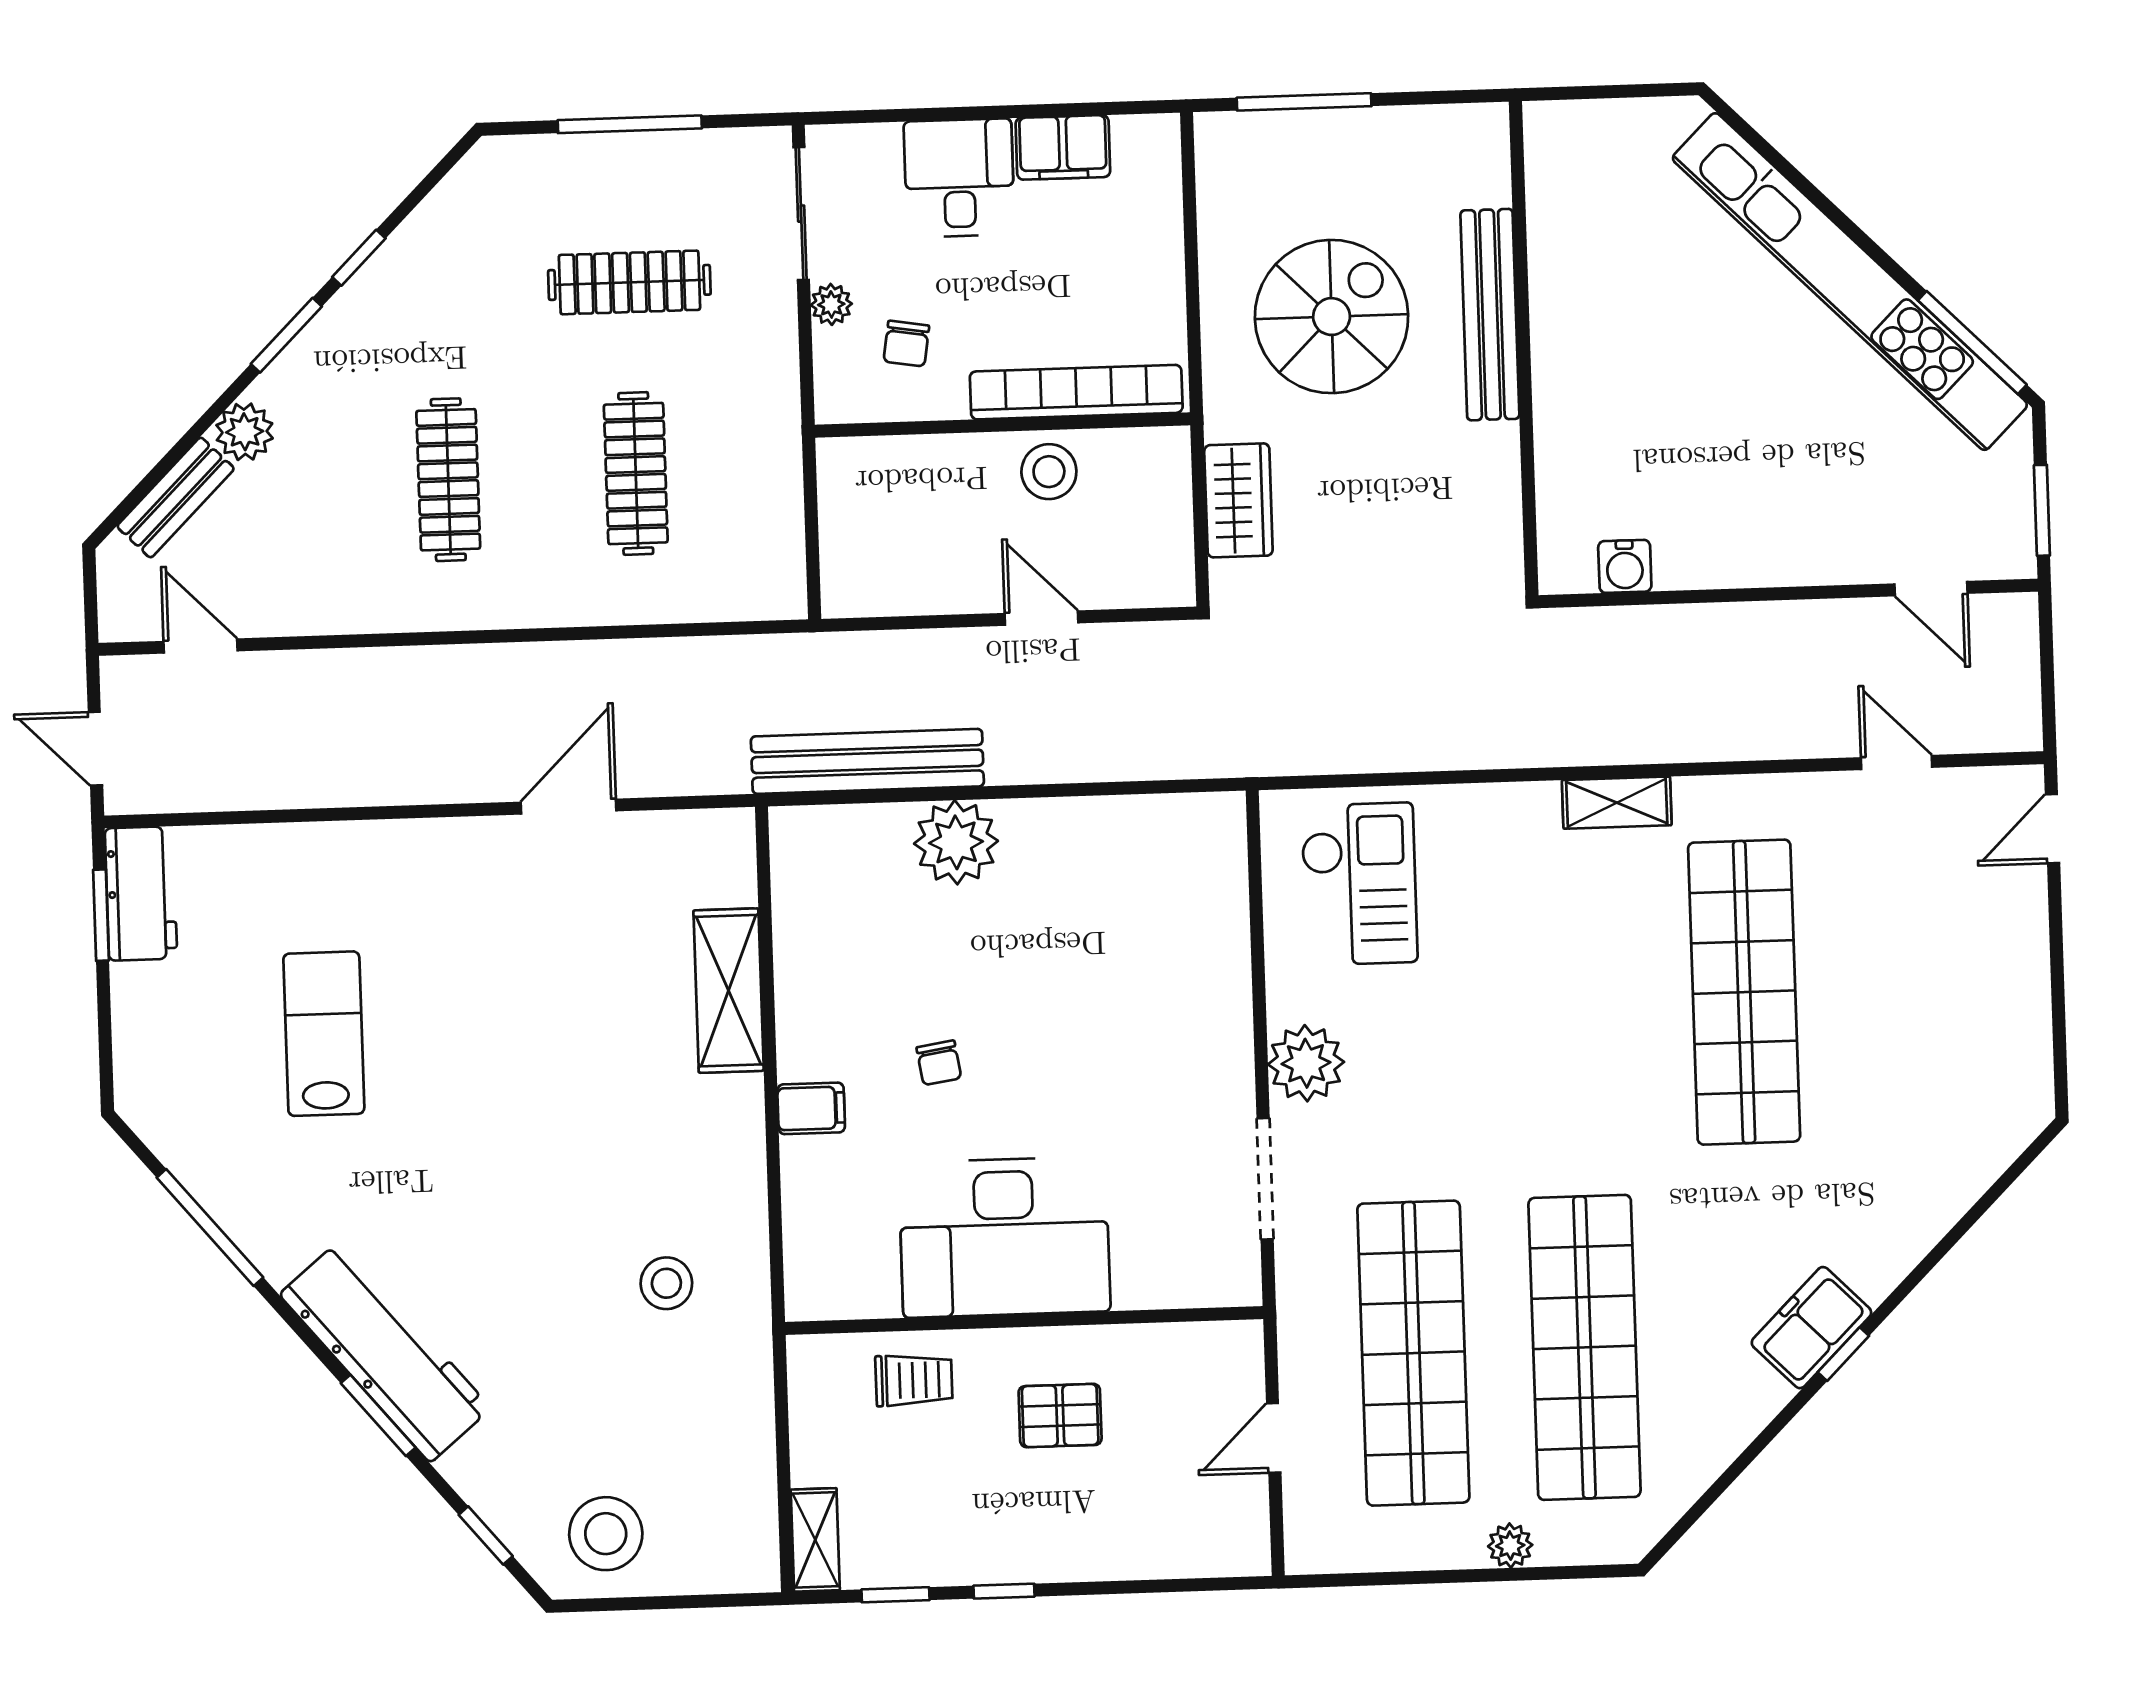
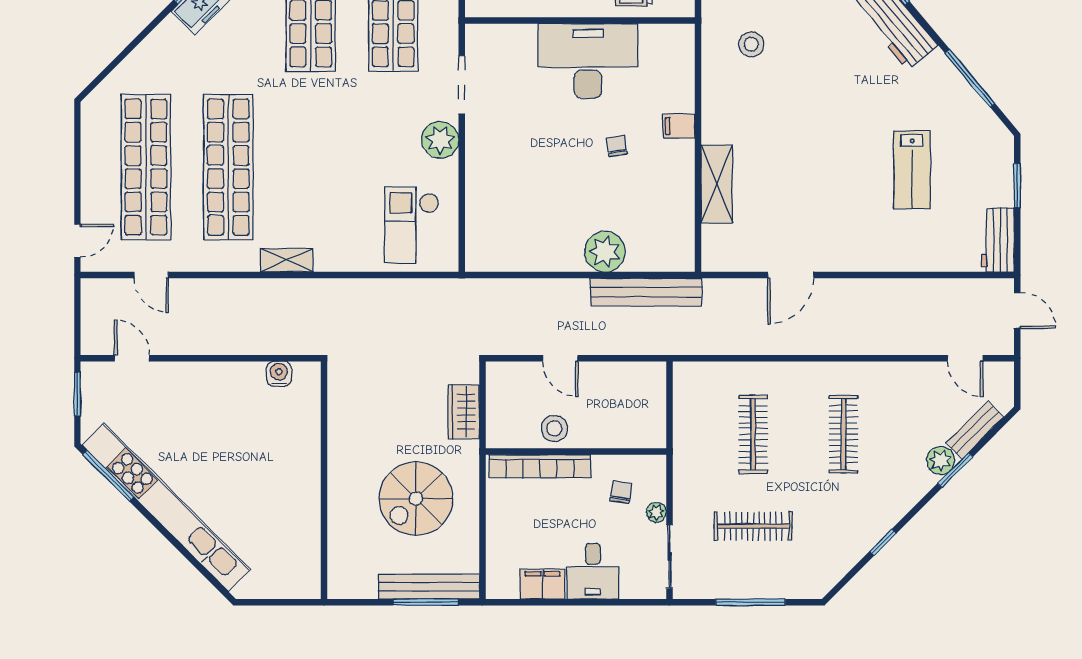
bench: (1490, 315) -> (429, 587), moved, turned 90
window: (286, 335) -> (955, 470), moved
window: (101, 915) -> (1017, 186), moved
shop shelf: (1915, 986) -> (146, 167), added

